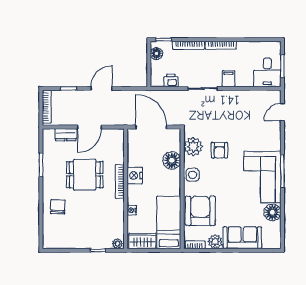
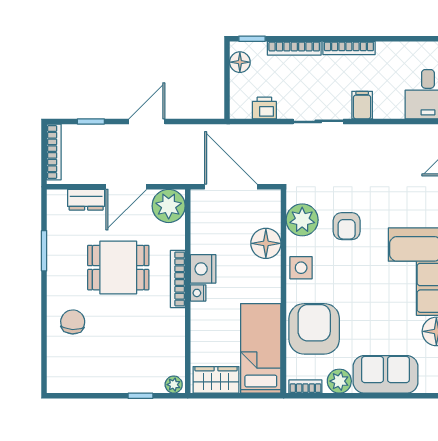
plant: (114, 138) -> (169, 206), added
nightstand: (132, 210) -> (198, 293), moved

